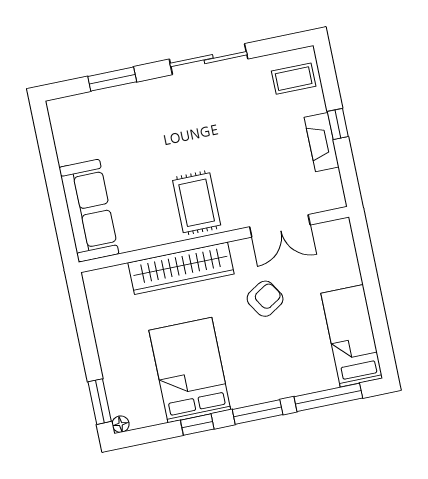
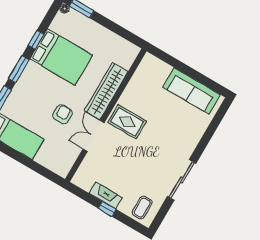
window: (112, 79) -> (209, 133), removed
sofa: (89, 211) -> (191, 91), moved
double door: (280, 226) -> (94, 136), moved
armchair: (265, 299) -> (63, 114), turned -148

